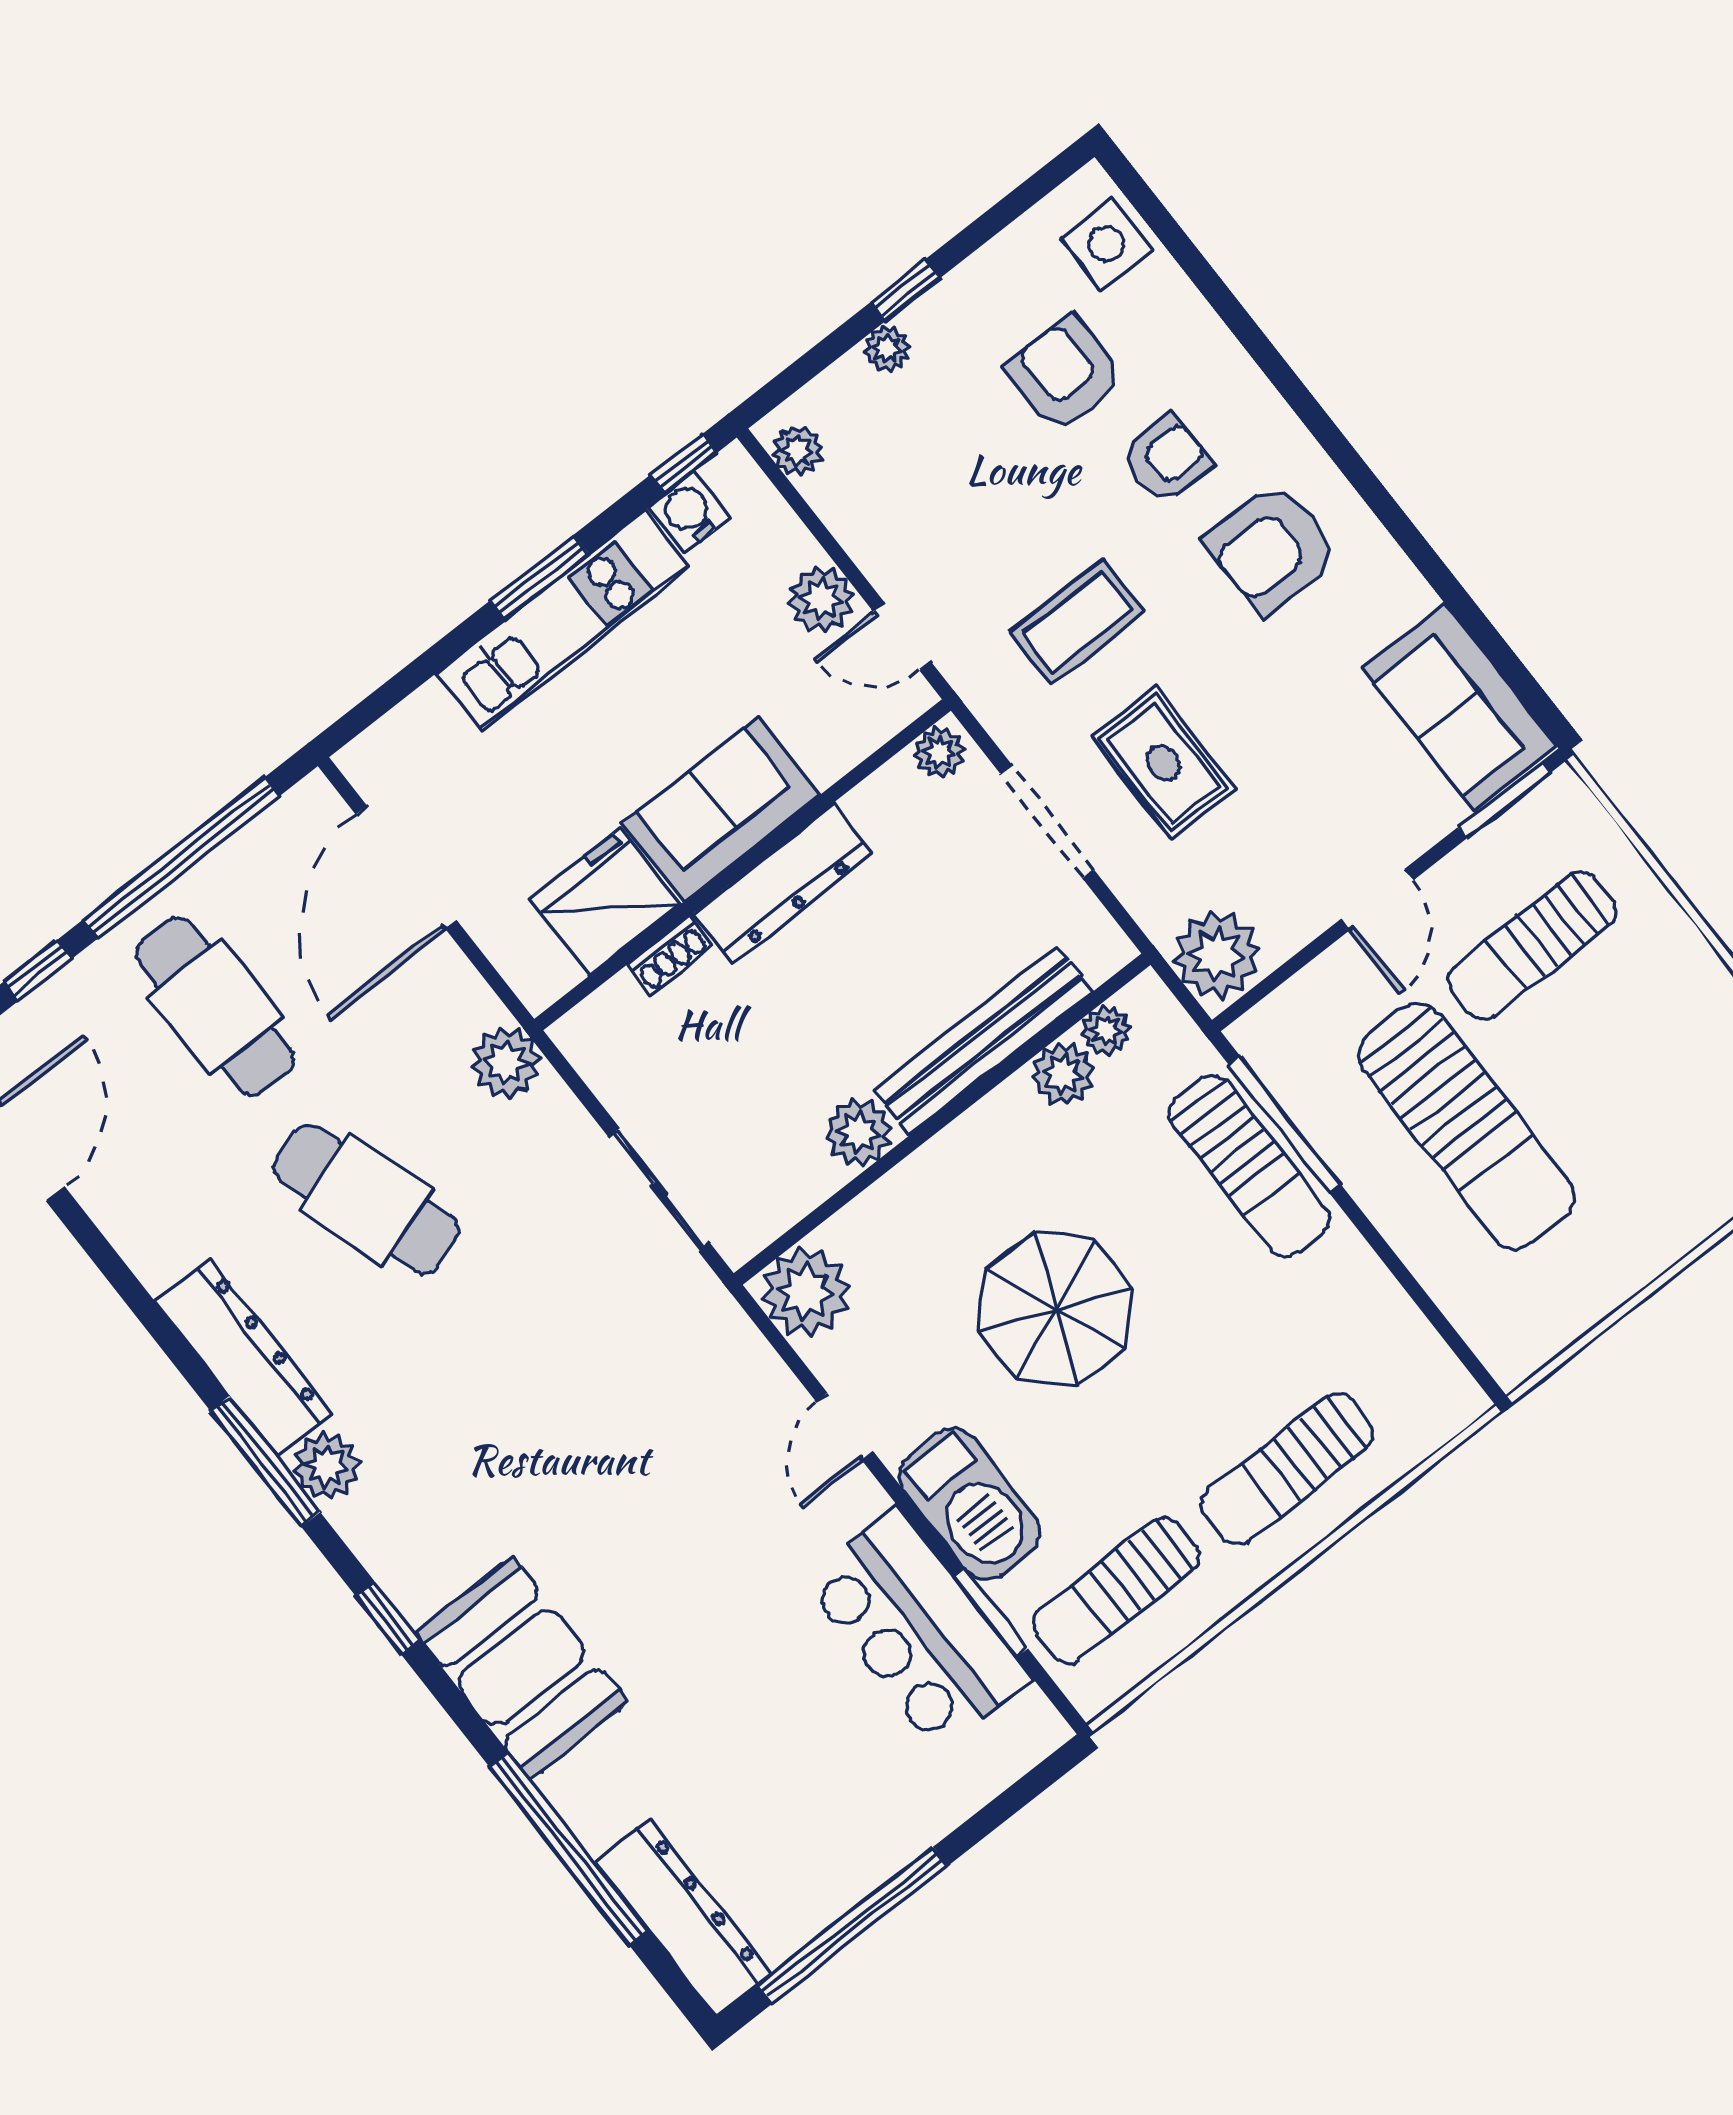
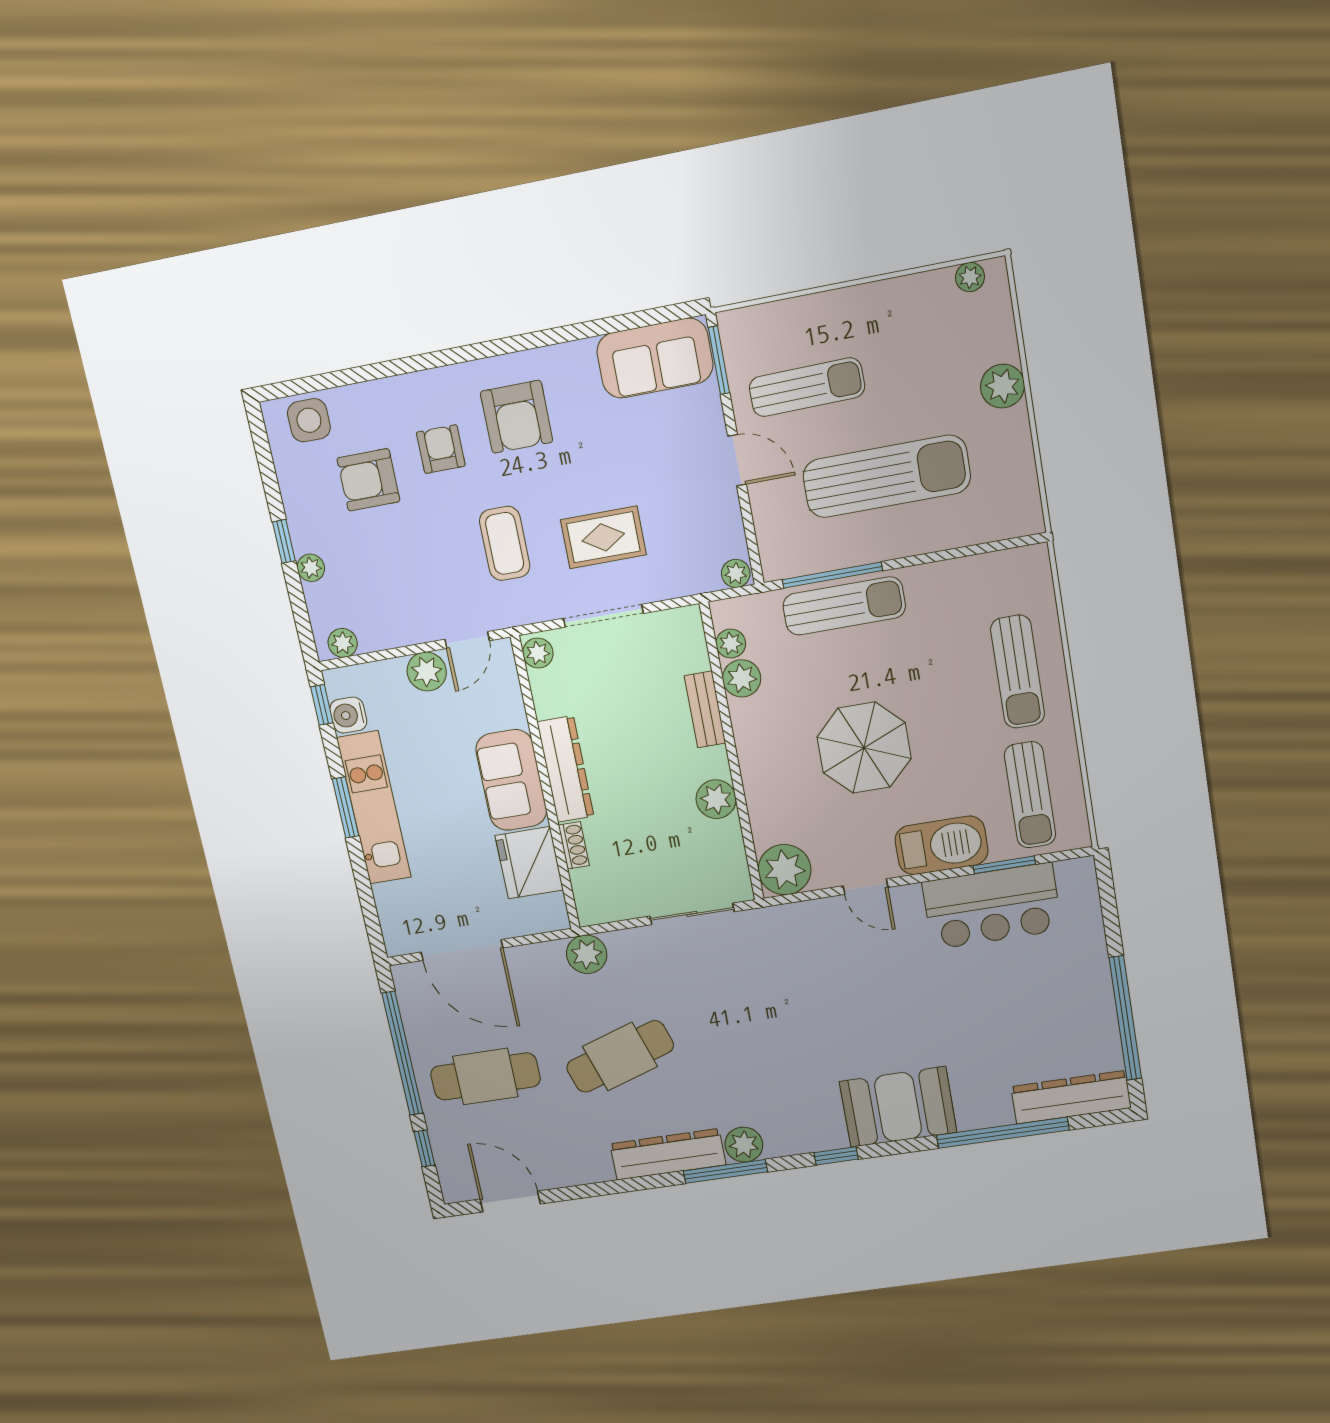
sun lounger: (1532, 945) -> (807, 387), turned -91
plant: (1217, 955) -> (736, 573), width x0.53, depth x0.53
bench: (984, 1040) -> (705, 709), width x0.54, depth x0.82
plant: (1677, 1220) -> (1002, 386), added

